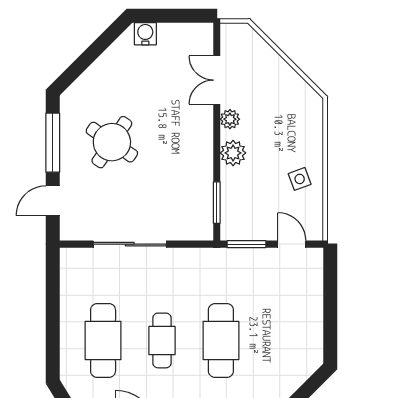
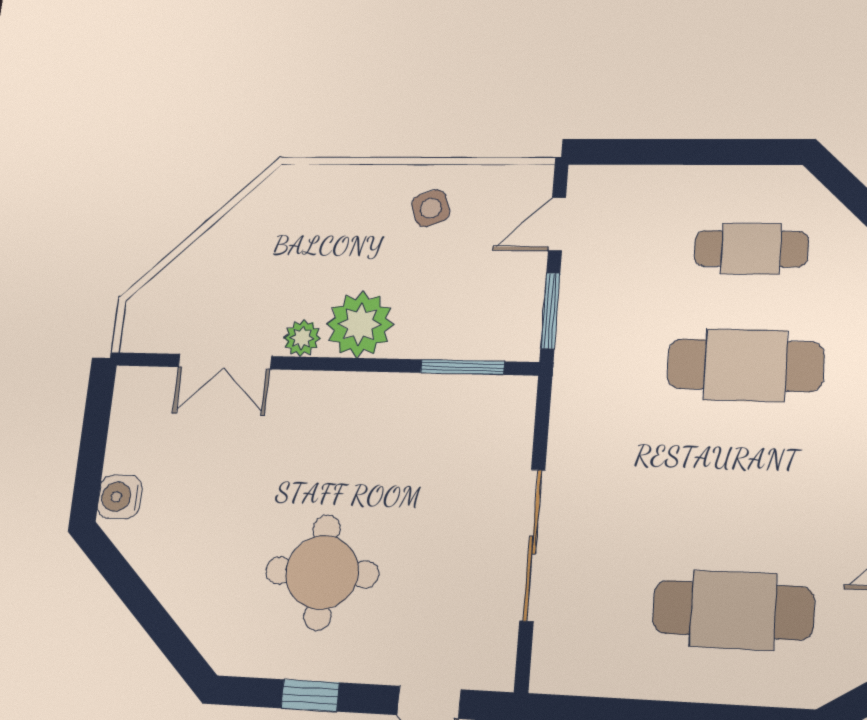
round table: (112, 142) -> (322, 572), turned -34
window: (53, 143) -> (310, 695), width x0.46
plant: (233, 153) -> (360, 324), width x1.36, depth x1.36
cafe table: (162, 340) -> (751, 249), moved

